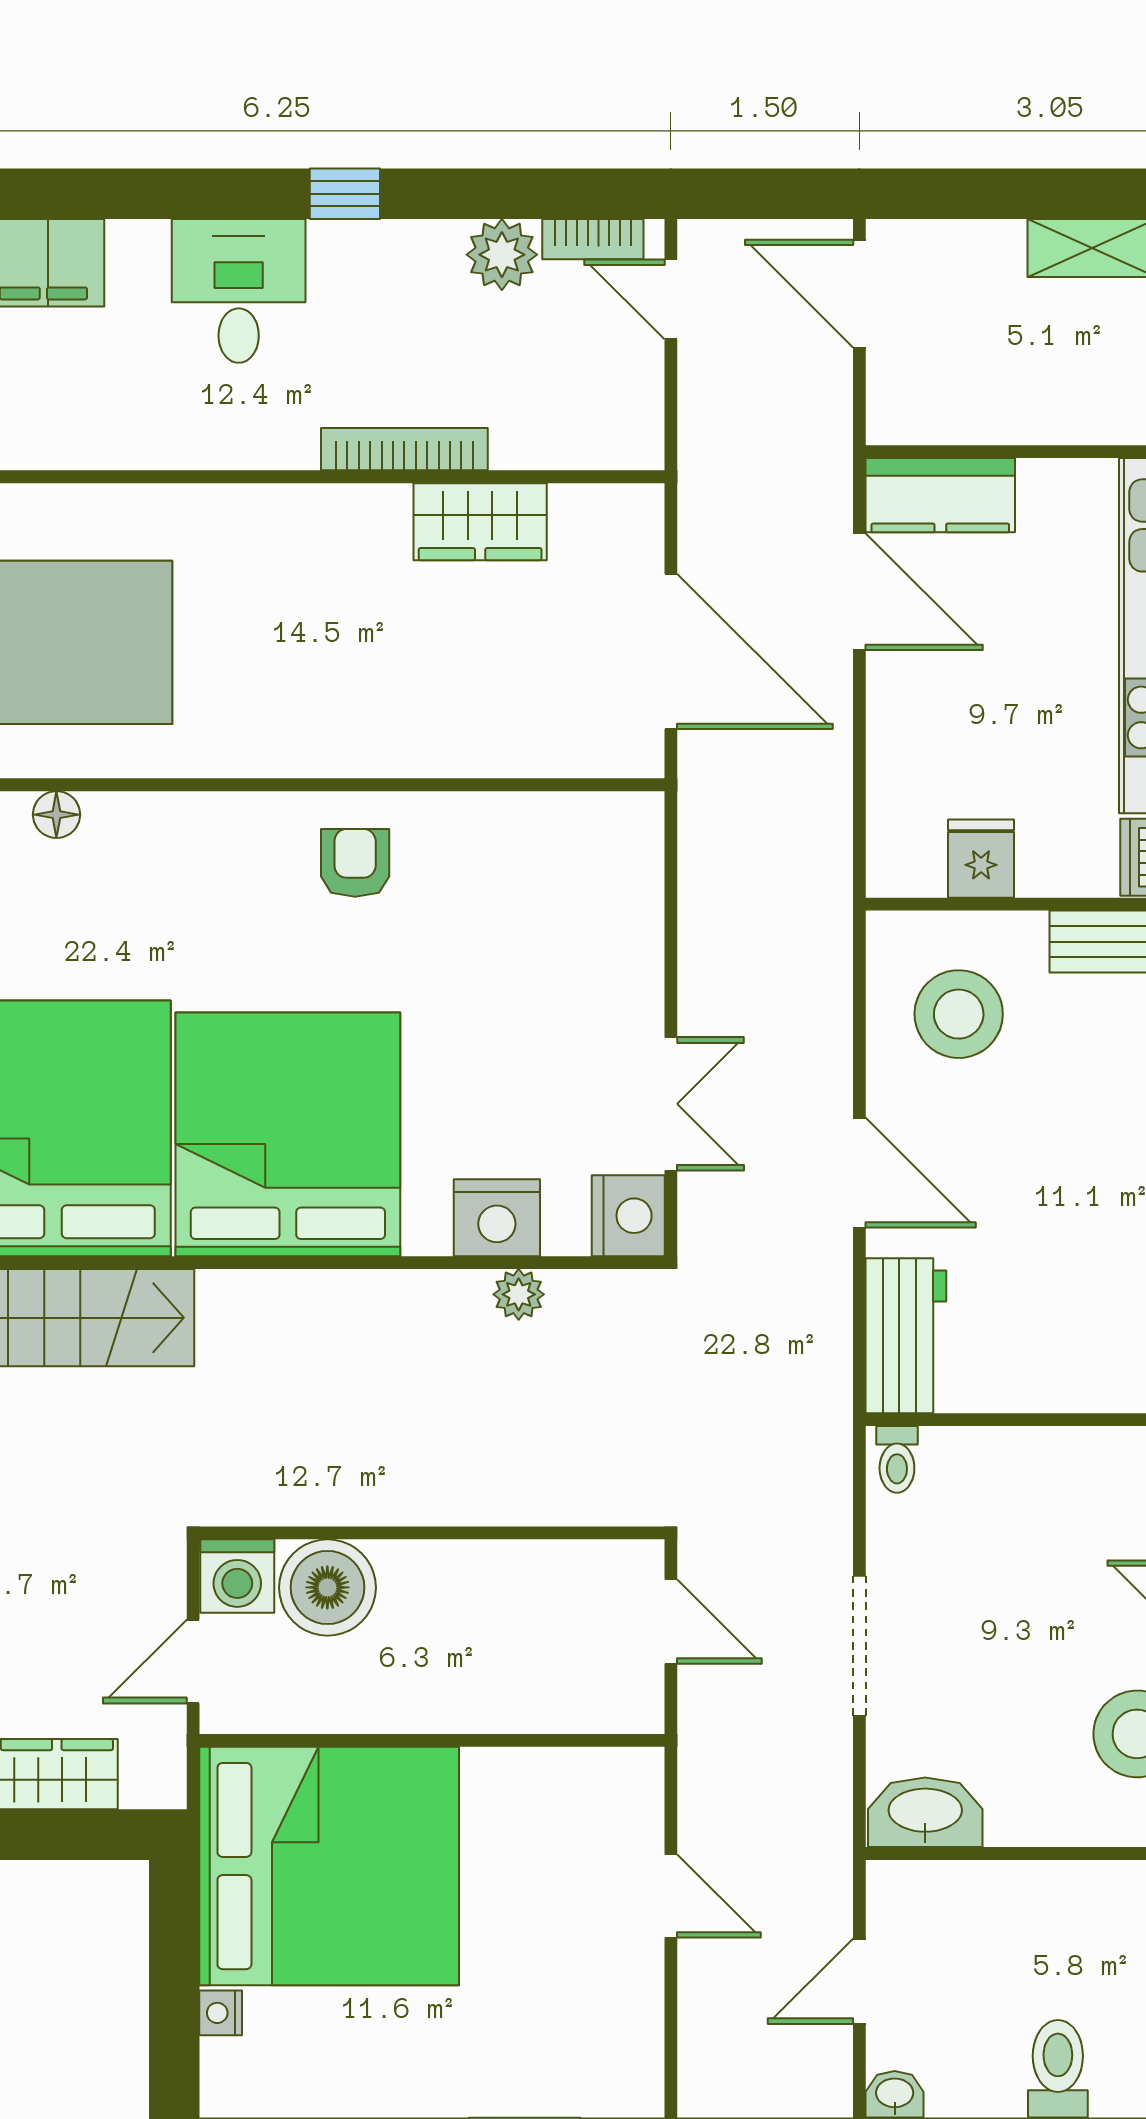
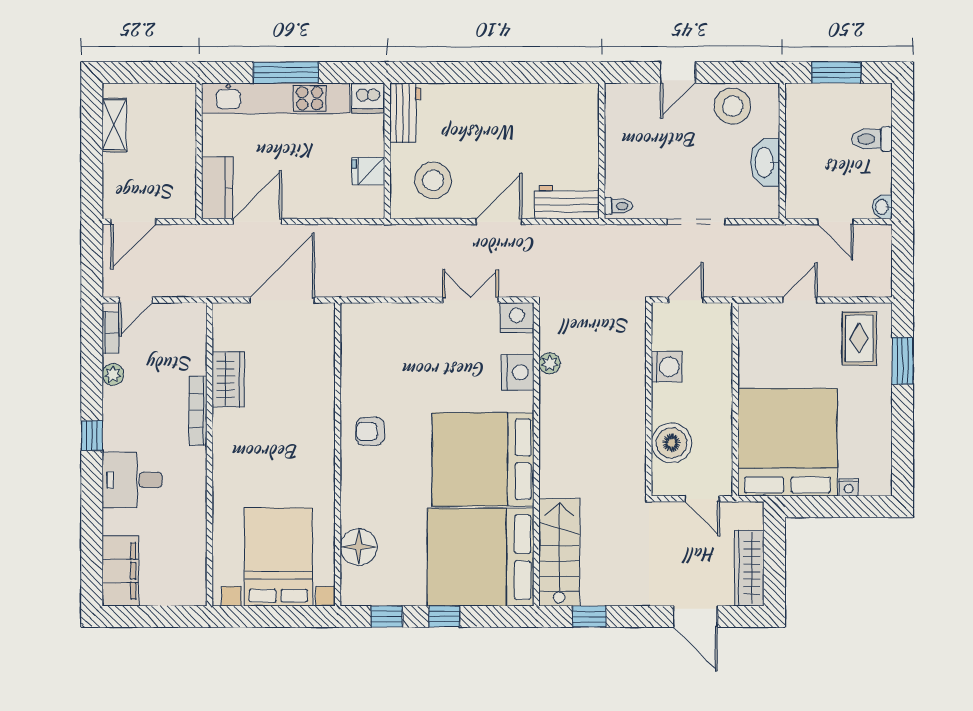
plant: (502, 255) -> (113, 374), width x0.73, depth x0.73
floor lamp: (56, 815) -> (359, 547), width x1.89, depth x1.89
washing machine: (237, 1576) -> (667, 367), moved
washbasin: (925, 1812) -> (765, 162), moved
rug: (579, 2038) -> (859, 338), added

